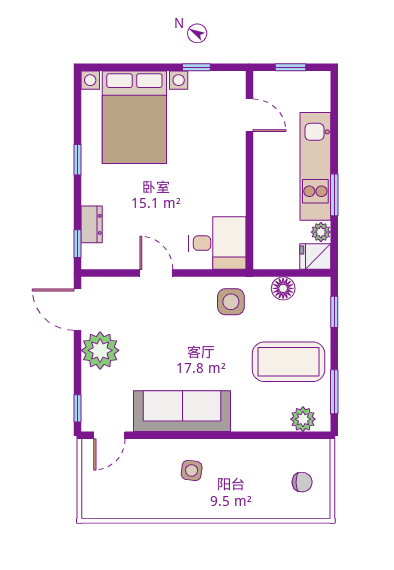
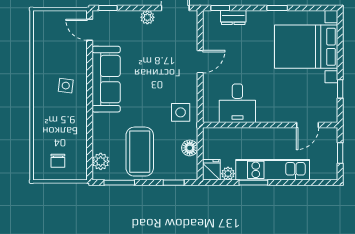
desk: (217, 243) -> (237, 103), moved
plant: (100, 350) -> (147, 17), width x0.53, depth x0.53

